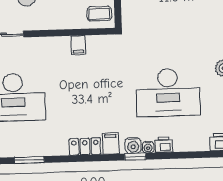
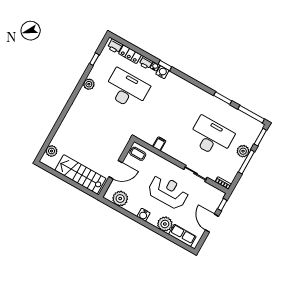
filing cabinet: (111, 143) -> (174, 81), removed
locker: (85, 147) -> (130, 54), moved

